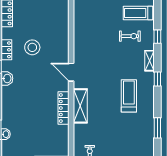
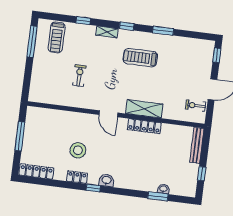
exercise bike: (130, 36) -> (79, 76), moved
door: (71, 72) -> (108, 114), hinge flipped
window: (157, 128) -> (163, 31), moved

